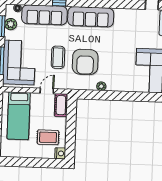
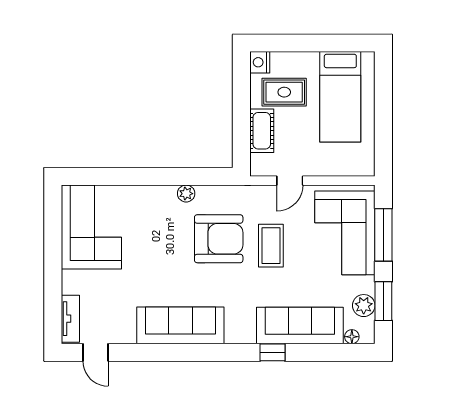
sofa: (91, 17) -> (180, 325), moved
armchair: (85, 62) -> (219, 239), turned 90
cot: (61, 105) -> (262, 131), moved
bed: (19, 116) -> (340, 97), moved, turned 180

